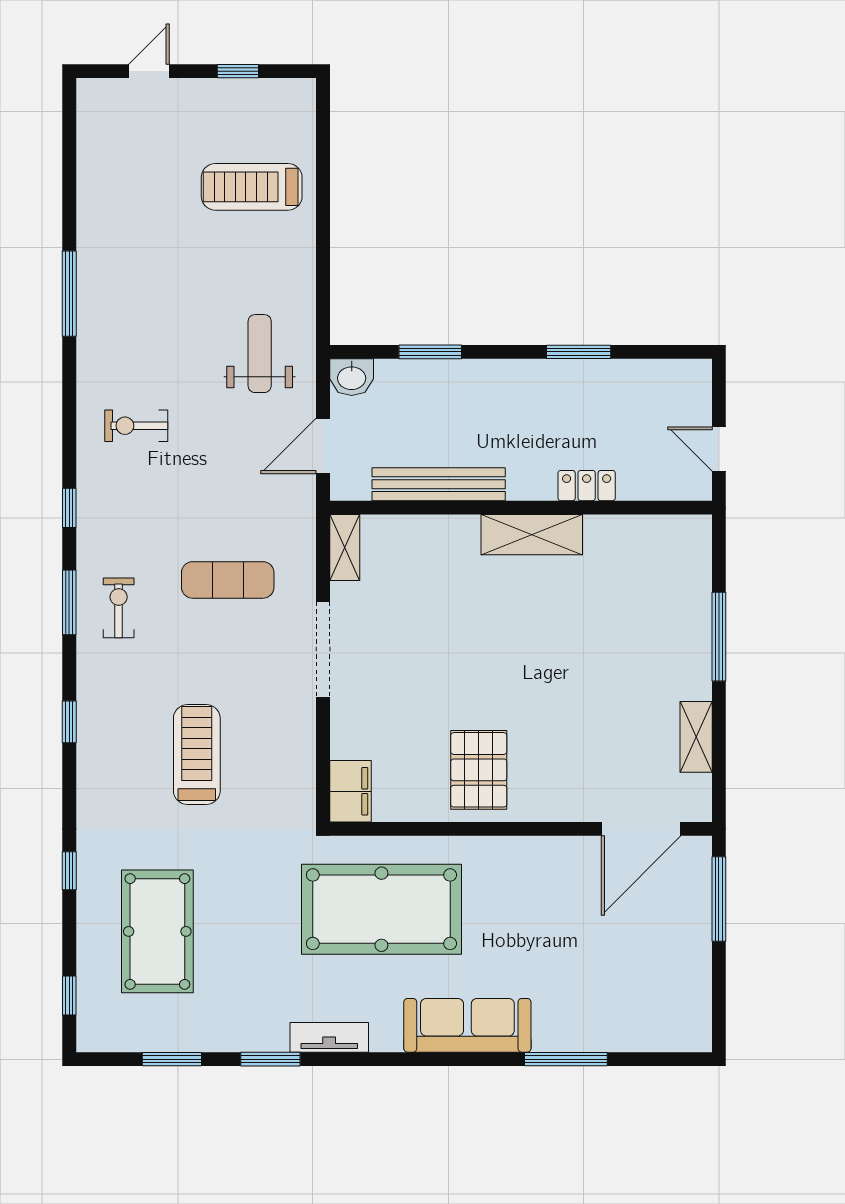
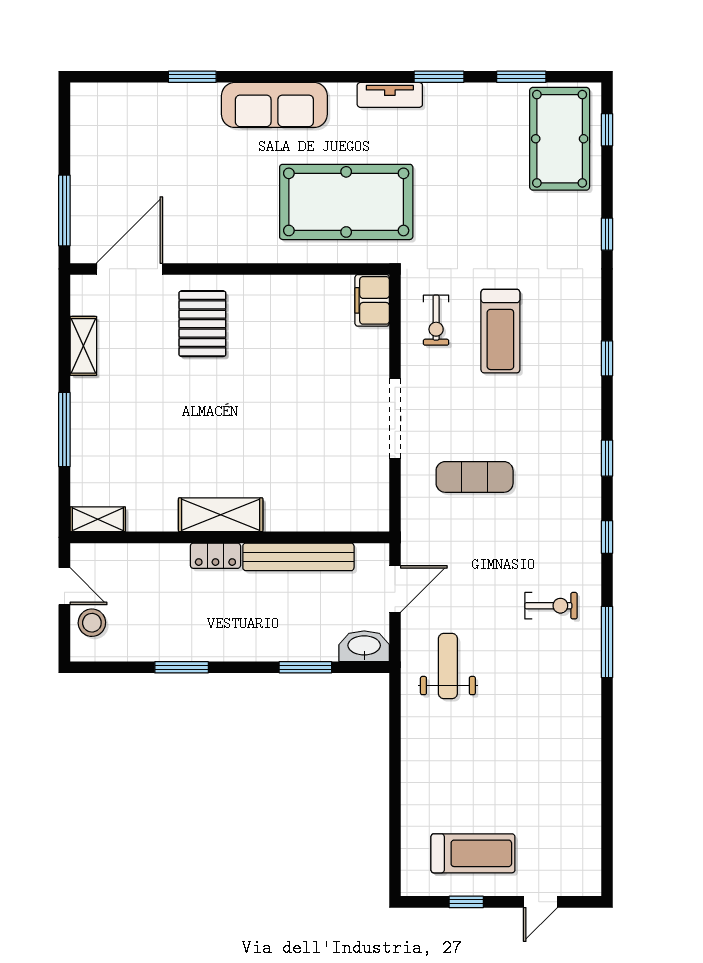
treadmill: (252, 187) -> (473, 853), moved
window: (69, 294) -> (607, 642), moved
weight bench: (260, 354) -> (448, 666), turned 180
washbasin: (352, 377) -> (364, 646), width x1.38
stool: (686, 405) -> (92, 623), added
locker: (587, 486) -> (215, 556), moved
shelving: (345, 547) -> (98, 519), moved, turned 90
window: (69, 602) -> (607, 458), width x0.67
exercise bike: (119, 608) -> (436, 320), moved
pallet: (479, 770) -> (202, 324), moved
pool table: (157, 931) -> (560, 139), moved
window: (566, 1059) -> (192, 77), width x0.69

